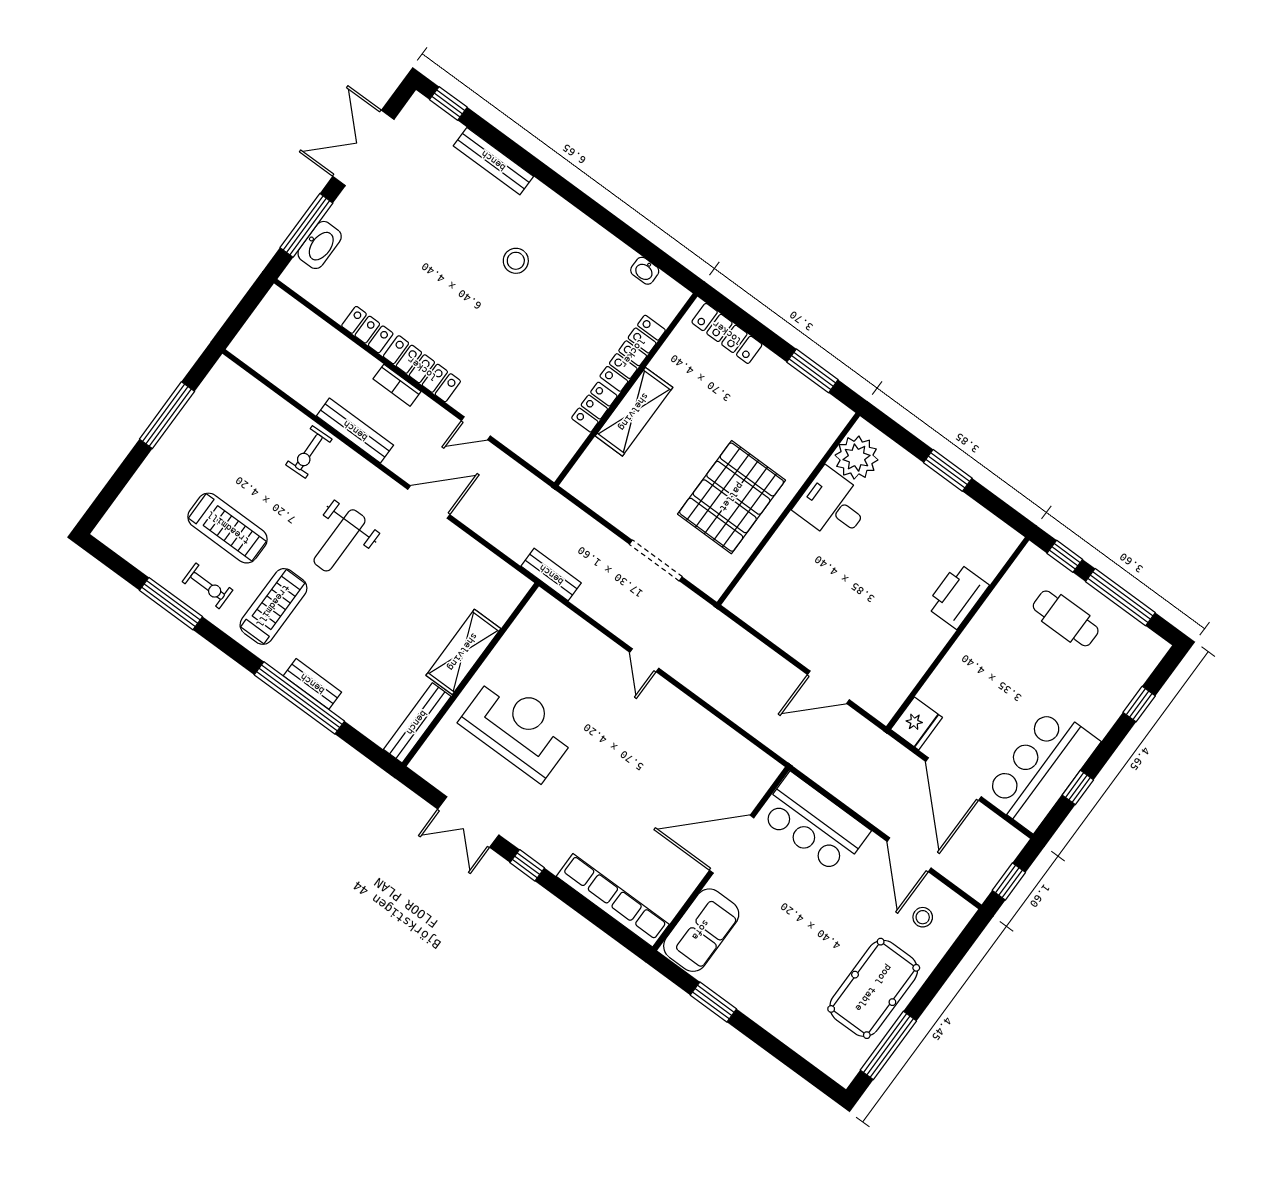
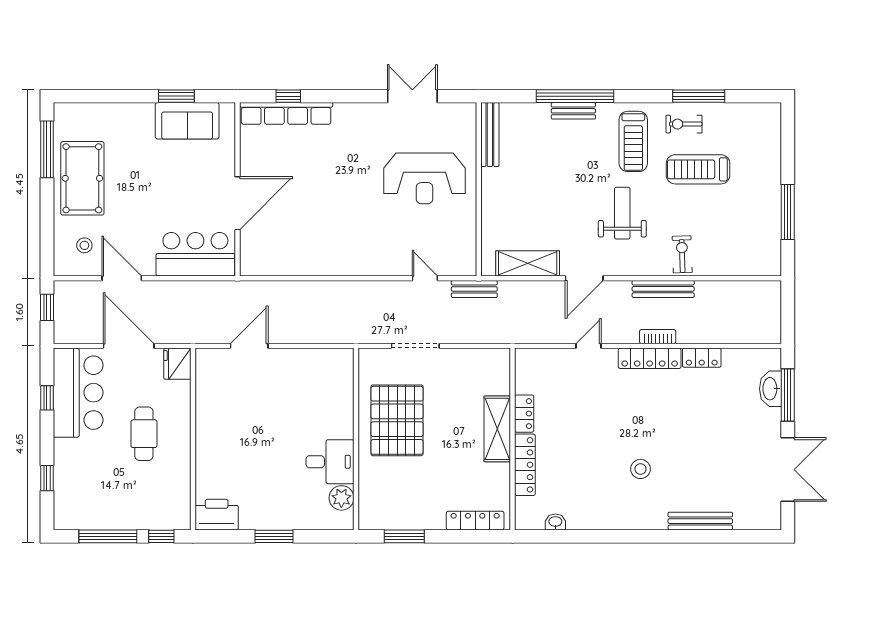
window: (448, 103) -> (755, 536), removed
plant: (856, 458) -> (341, 498), width x0.73, depth x0.73
printer: (957, 596) -> (217, 515), moved, turned -90
cafe table: (1066, 618) -> (144, 434), moved, turned 90
shelving: (463, 652) -> (528, 263), moved, turned 90
door: (644, 660) -> (425, 278), moved
window: (527, 865) -> (288, 96), moved
sofa: (701, 930) -> (187, 121), moved, turned -90

